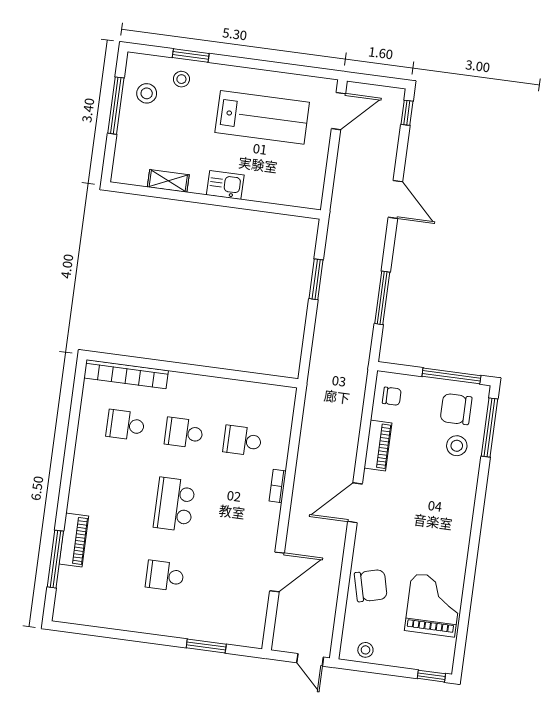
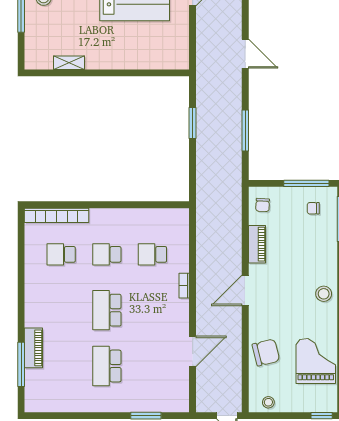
kitchen sink: (225, 185) -> (113, 60), removed
chair: (392, 396) -> (263, 205), turned 93
chair: (456, 409) -> (313, 208), width x0.54, depth x0.54
stool: (457, 446) -> (324, 294), moved
school desk: (165, 576) -> (107, 366), width x1.85

